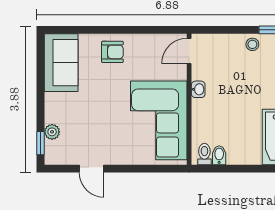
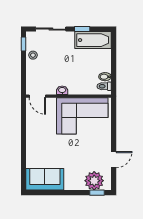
armchair: (112, 52) -> (38, 146), removed
plant: (52, 132) -> (94, 181), width x1.88, depth x1.88

